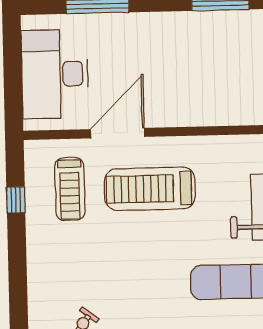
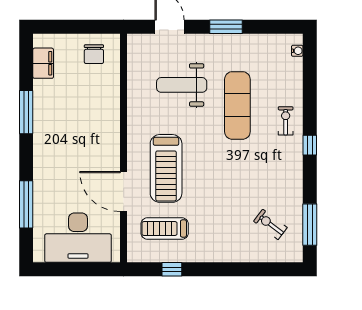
treadmill: (70, 189) -> (165, 229), turned 180

